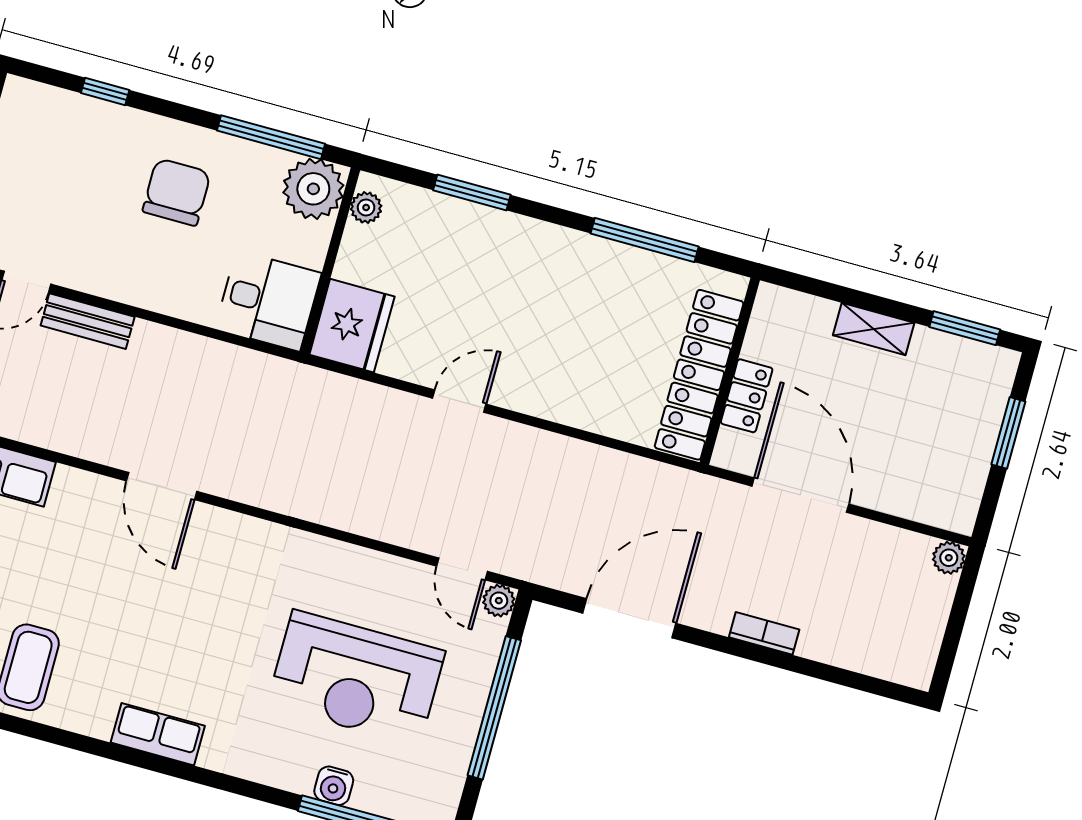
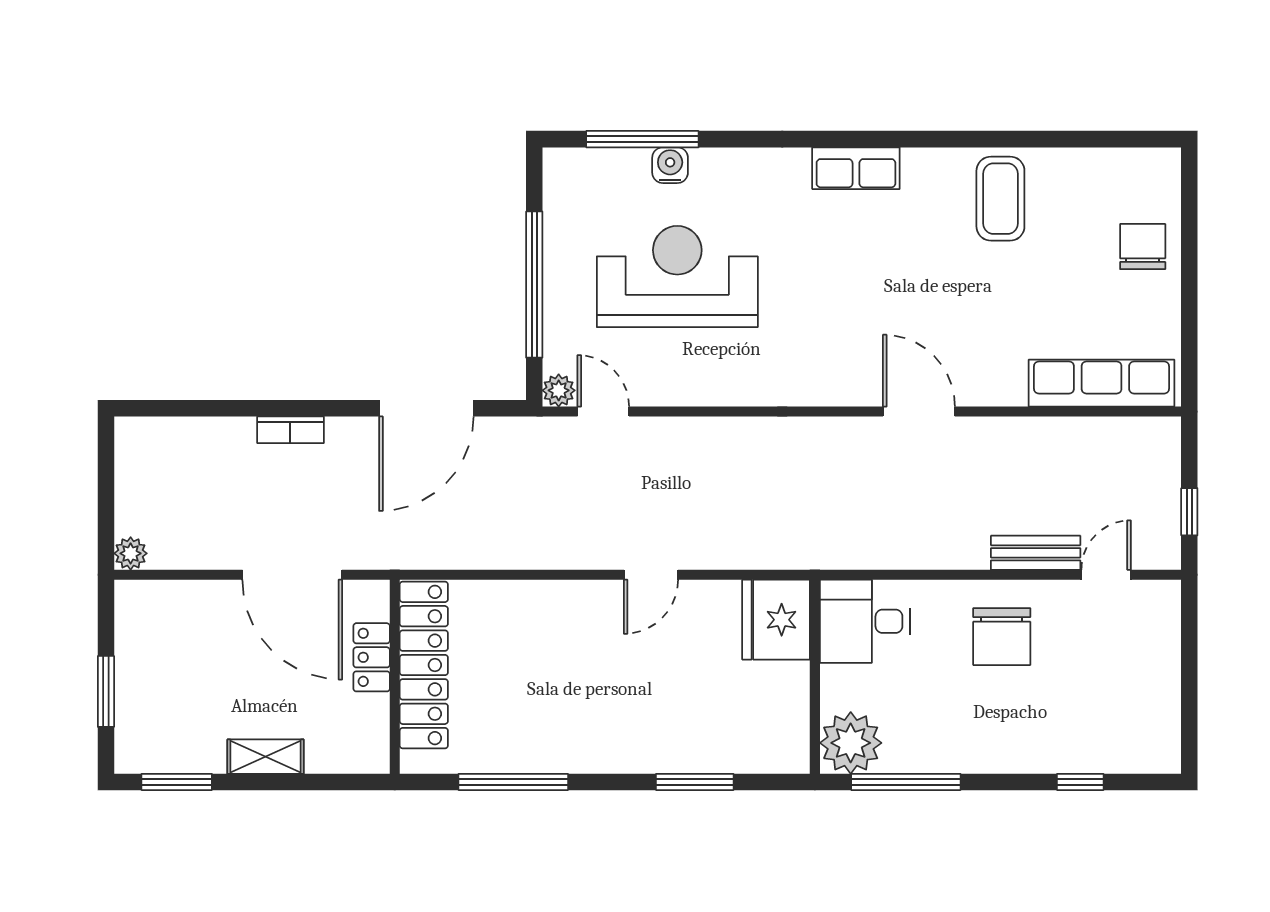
chair: (177, 192) -> (1002, 637), moved
plant: (366, 208) -> (794, 739), removed

